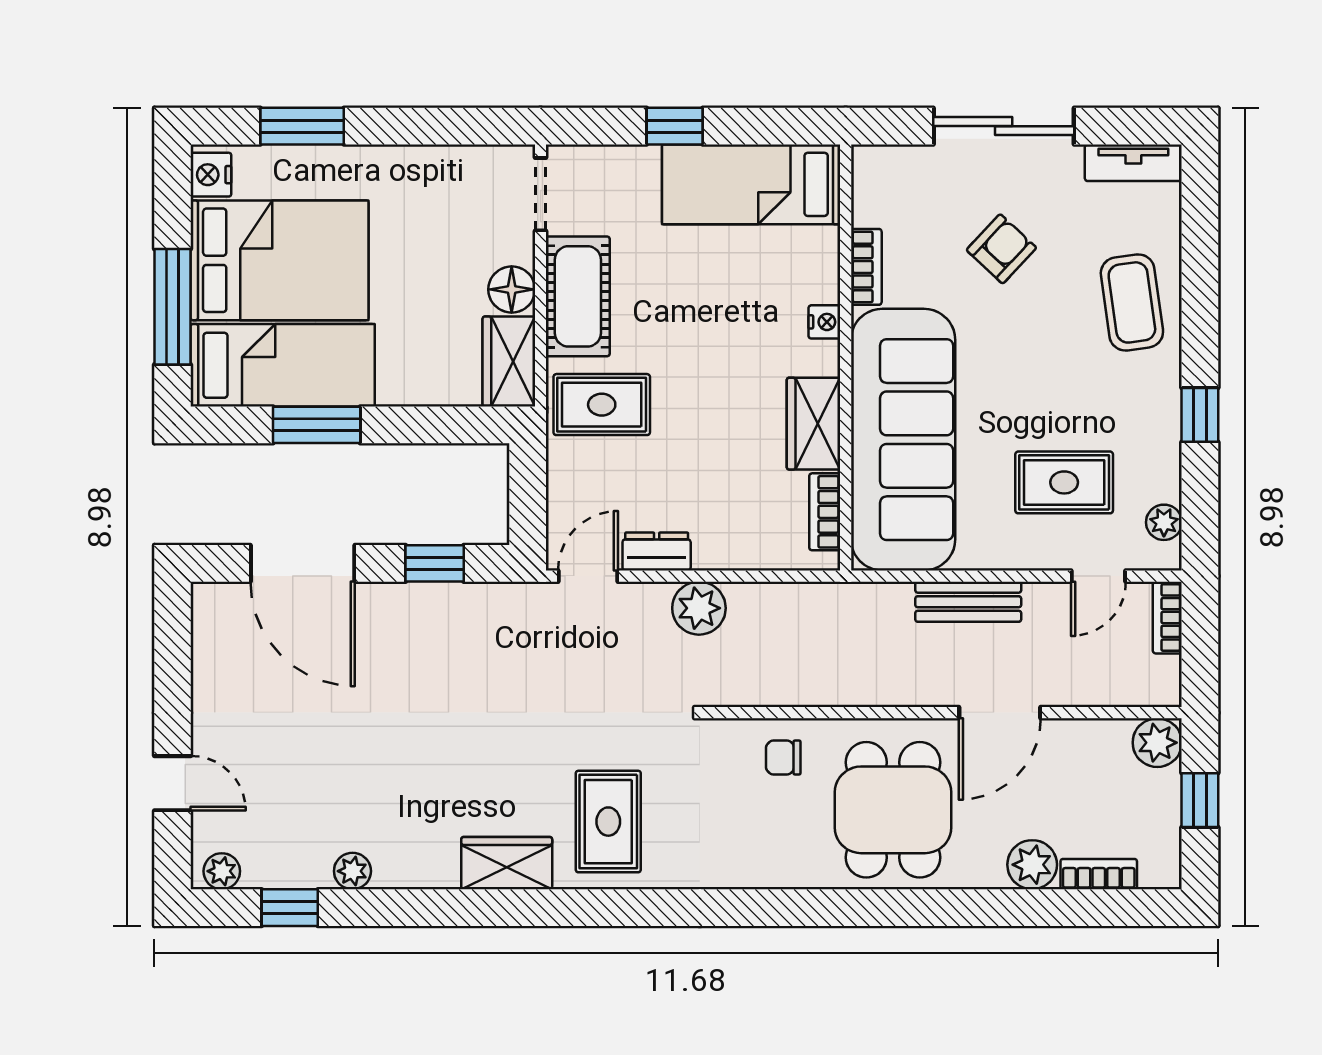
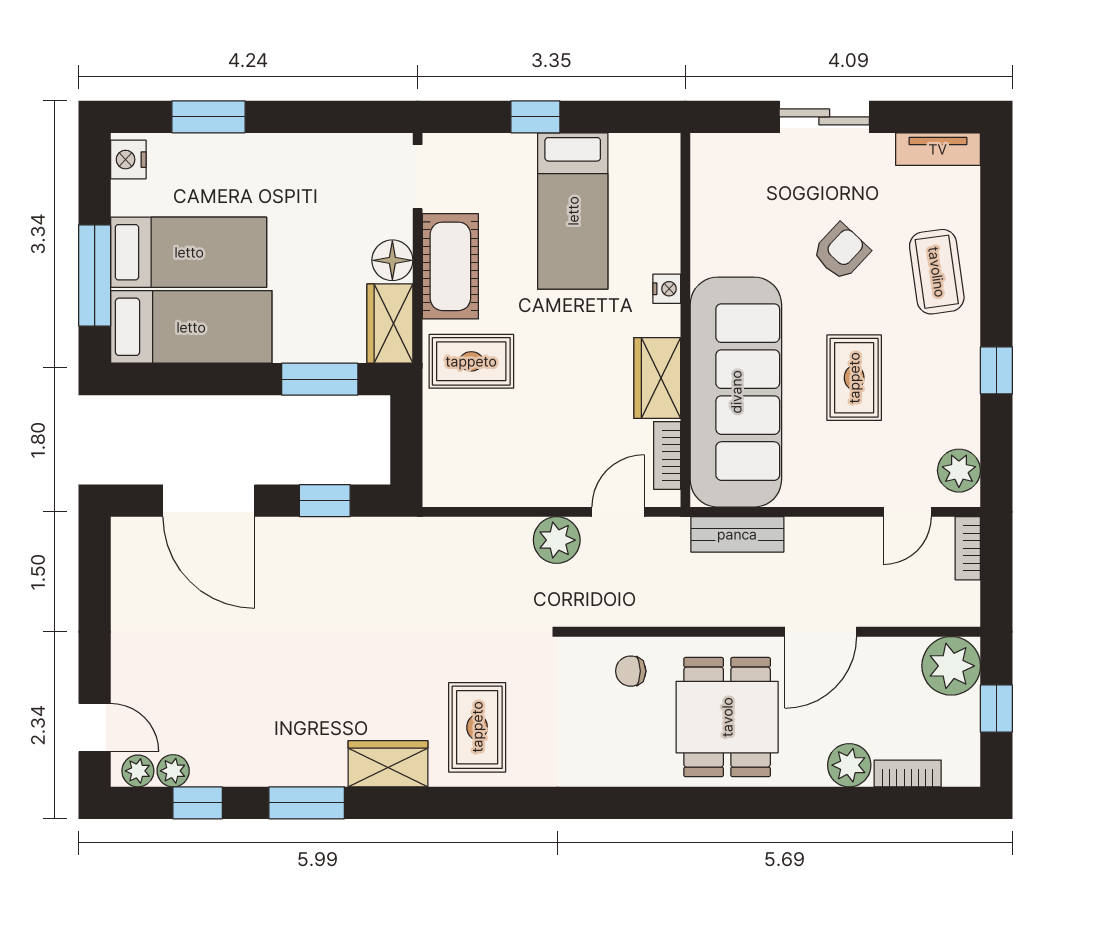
sliding door: (1004, 126) -> (824, 117), width x0.73
bed: (751, 184) -> (573, 211), moved, turned -90
armchair: (1001, 249) -> (841, 252), moved
bed: (280, 260) -> (189, 252), width x0.67
bookcase: (866, 267) -> (704, 240), removed
window: (317, 425) -> (320, 379), moved
rug: (1064, 482) -> (854, 378), moved, turned 90
plant: (1164, 522) -> (959, 471), width x1.38, depth x1.38
dresser: (657, 551) -> (520, 490), removed
door: (588, 576) -> (618, 512), moved
bench: (968, 602) -> (737, 534), moved
plant: (1157, 743) -> (951, 666), width x1.36, depth x1.36
door: (172, 783) -> (95, 728), moved
plant: (352, 871) -> (173, 771), moved
window: (414, 908) -> (307, 803), added

